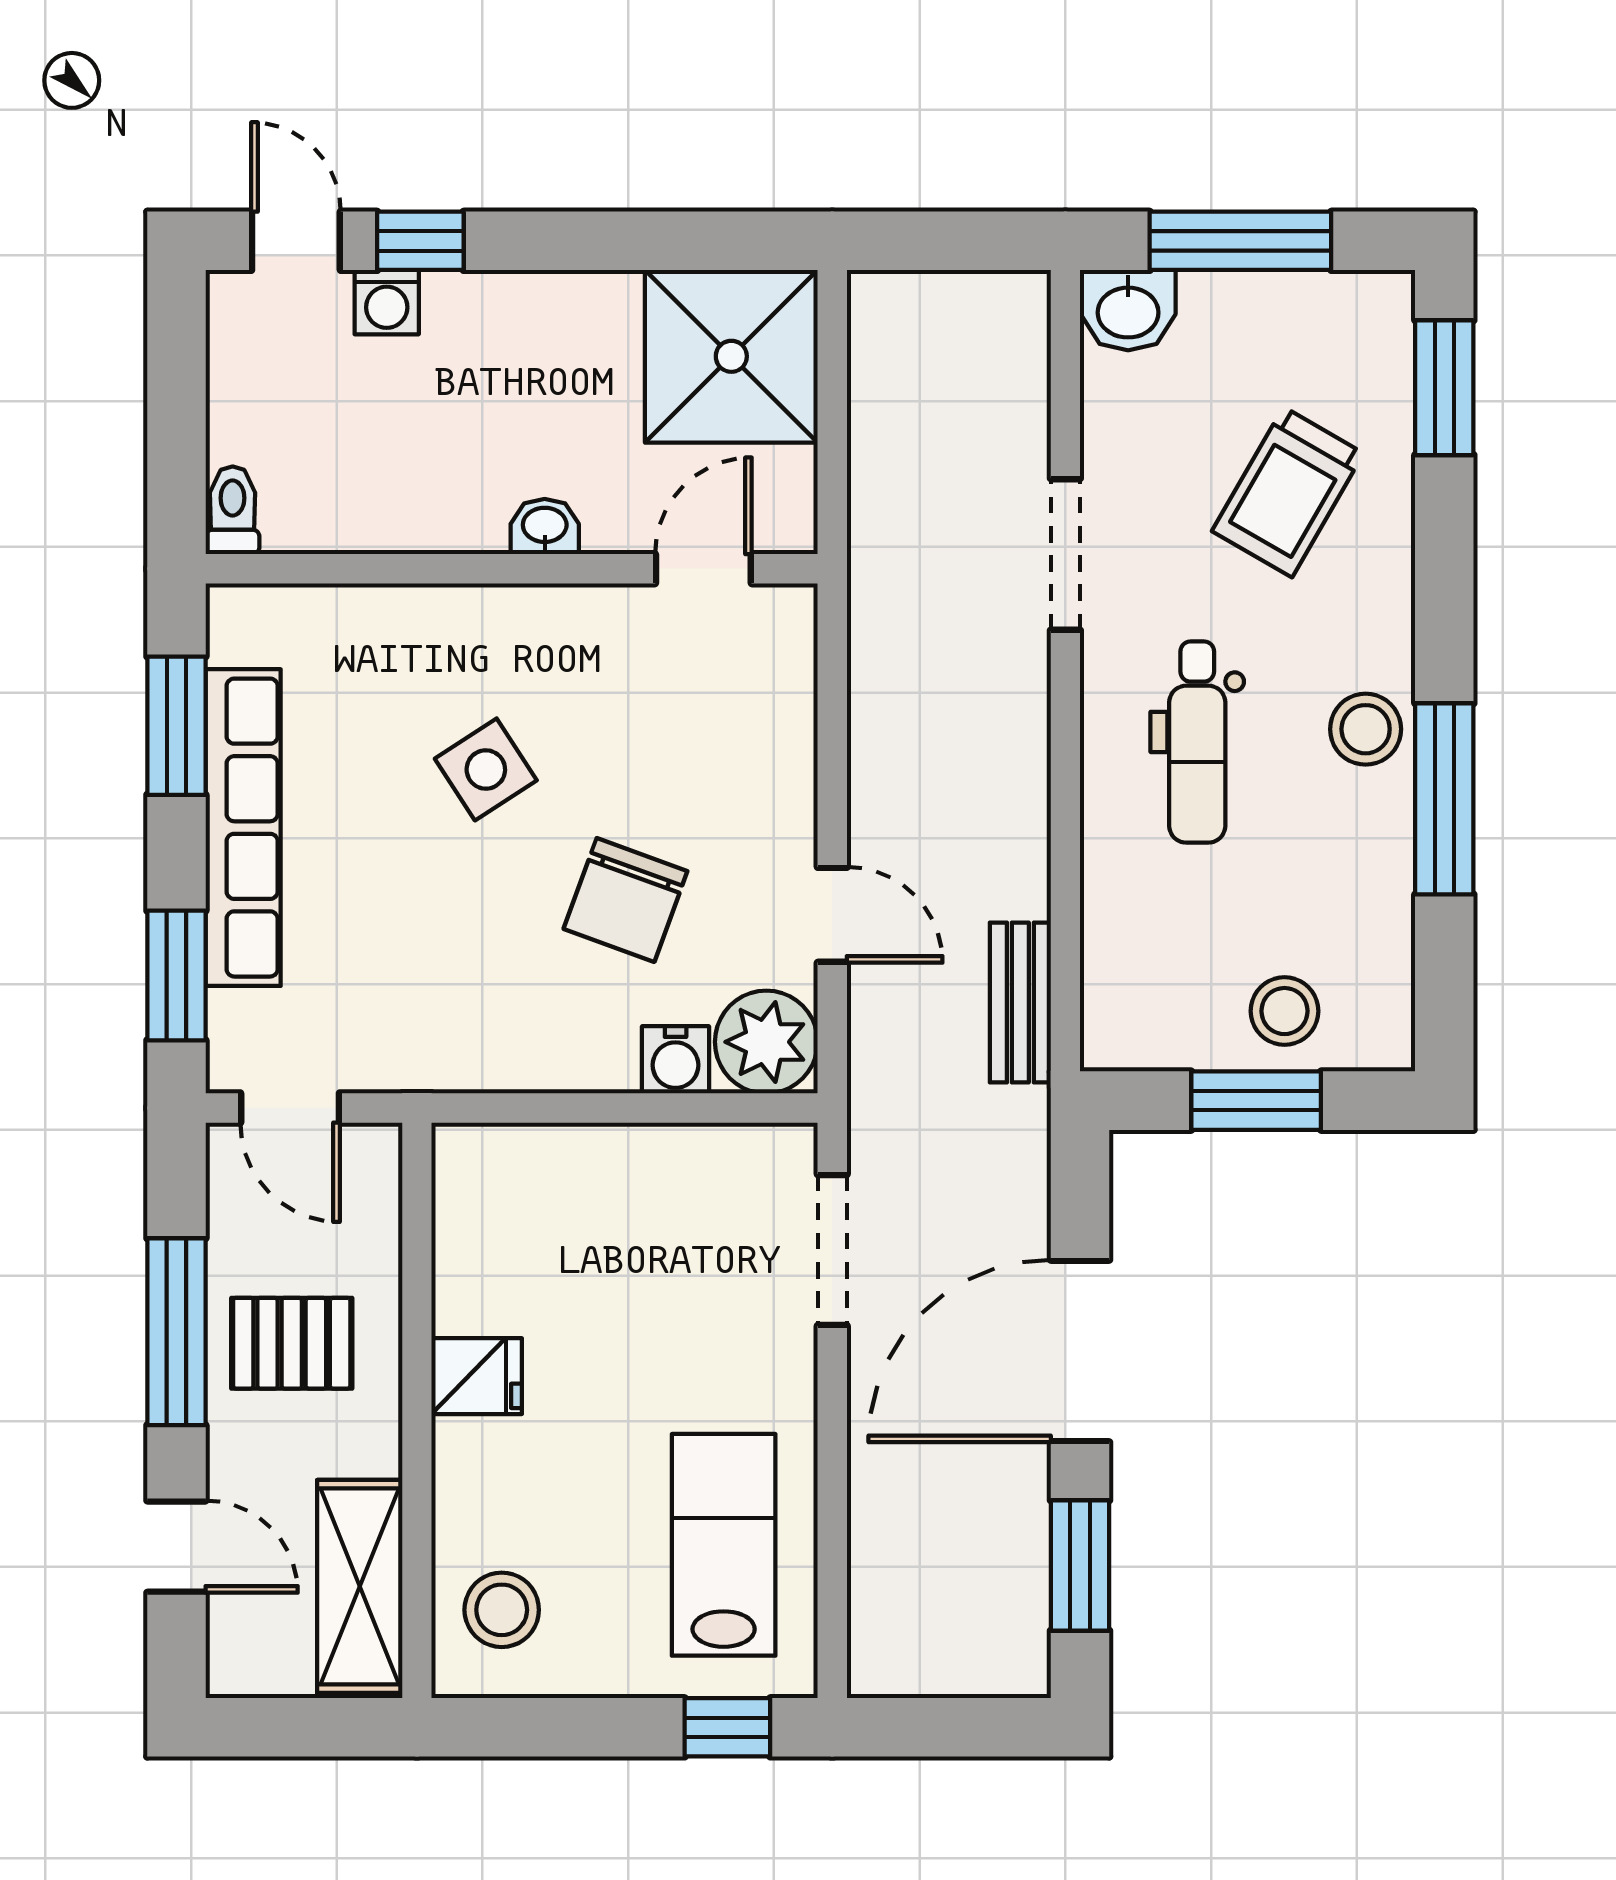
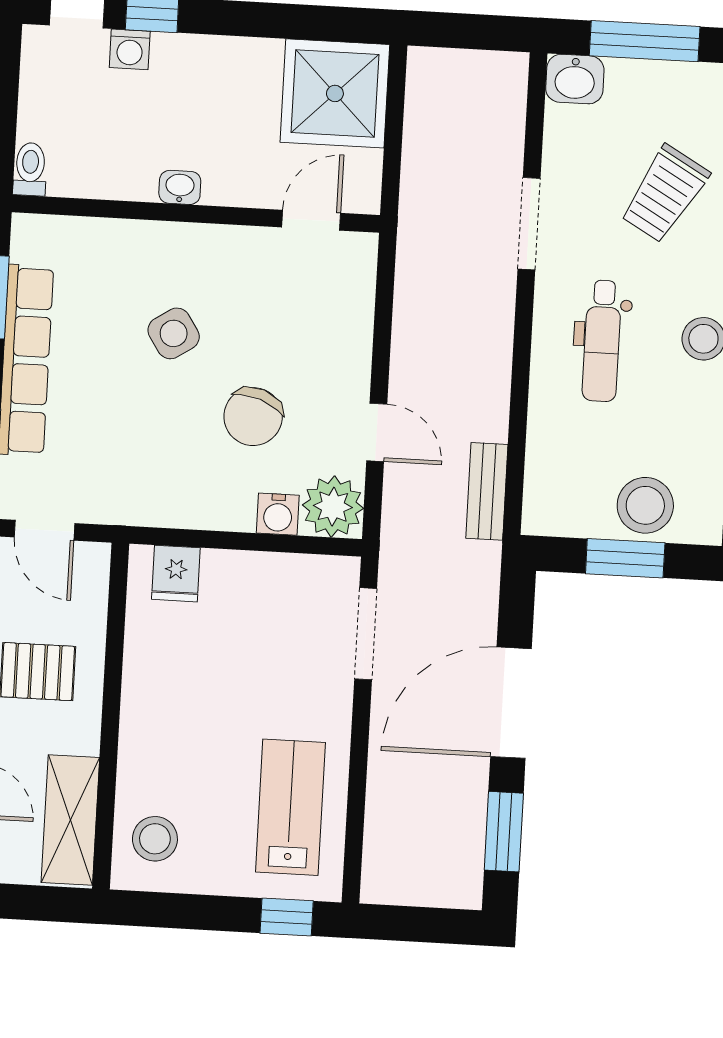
washbasin: (545, 527) -> (180, 187), moved
stool: (1284, 1011) -> (645, 505), width x1.38, depth x1.38
fridge: (477, 1376) -> (176, 574), moved, turned 90

